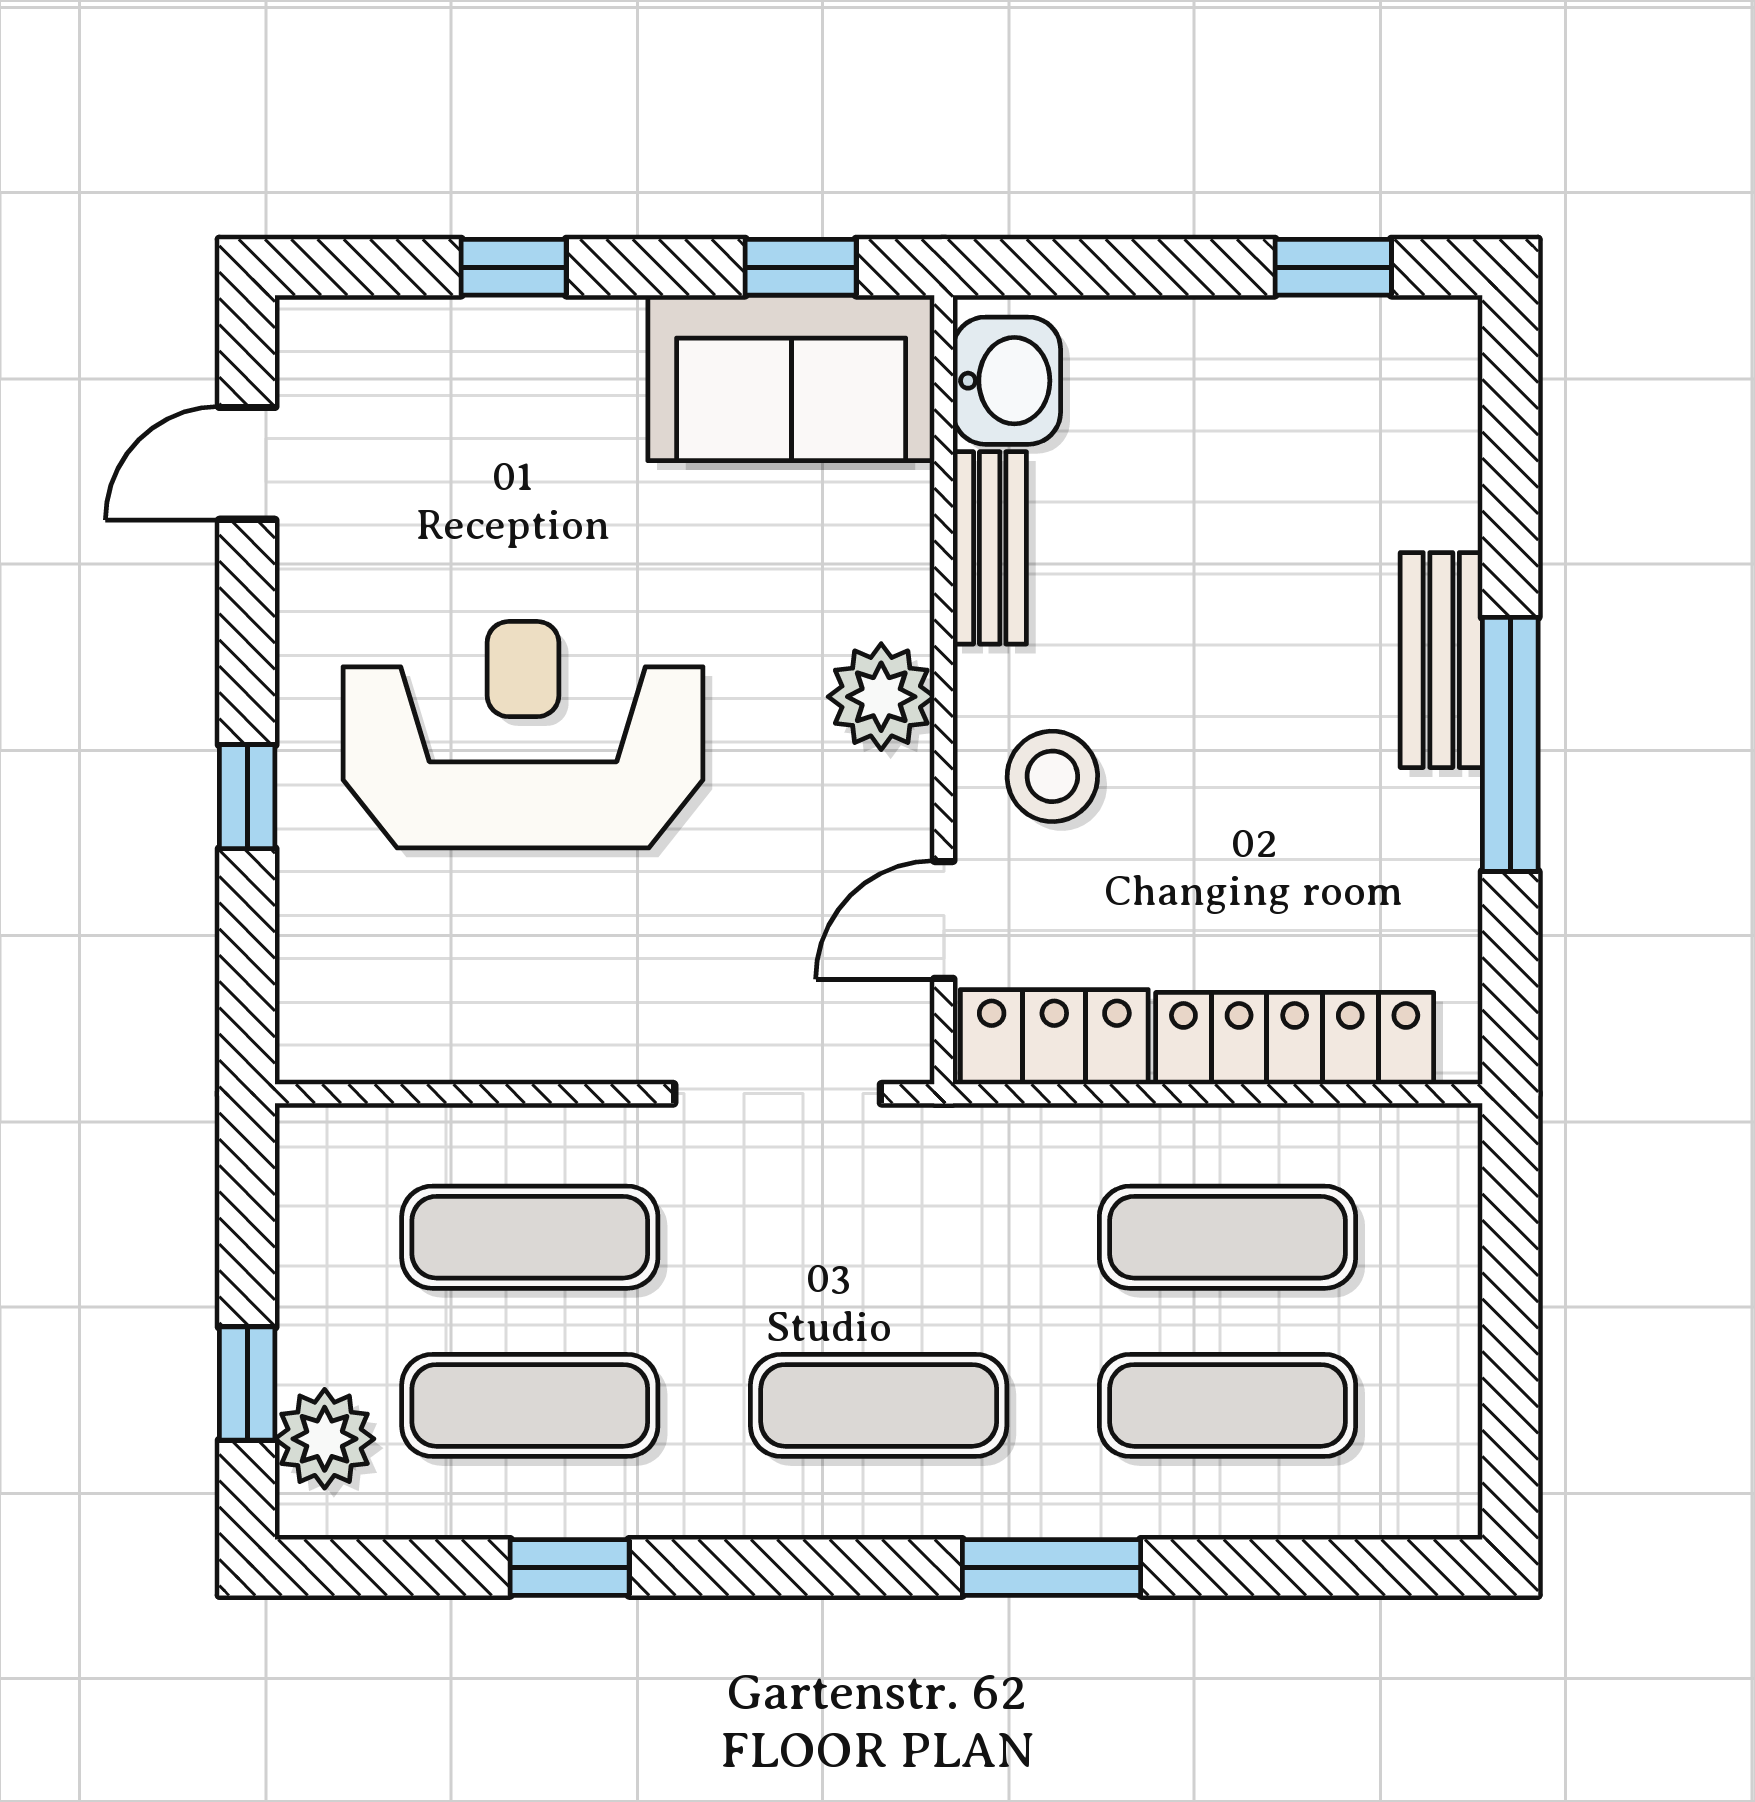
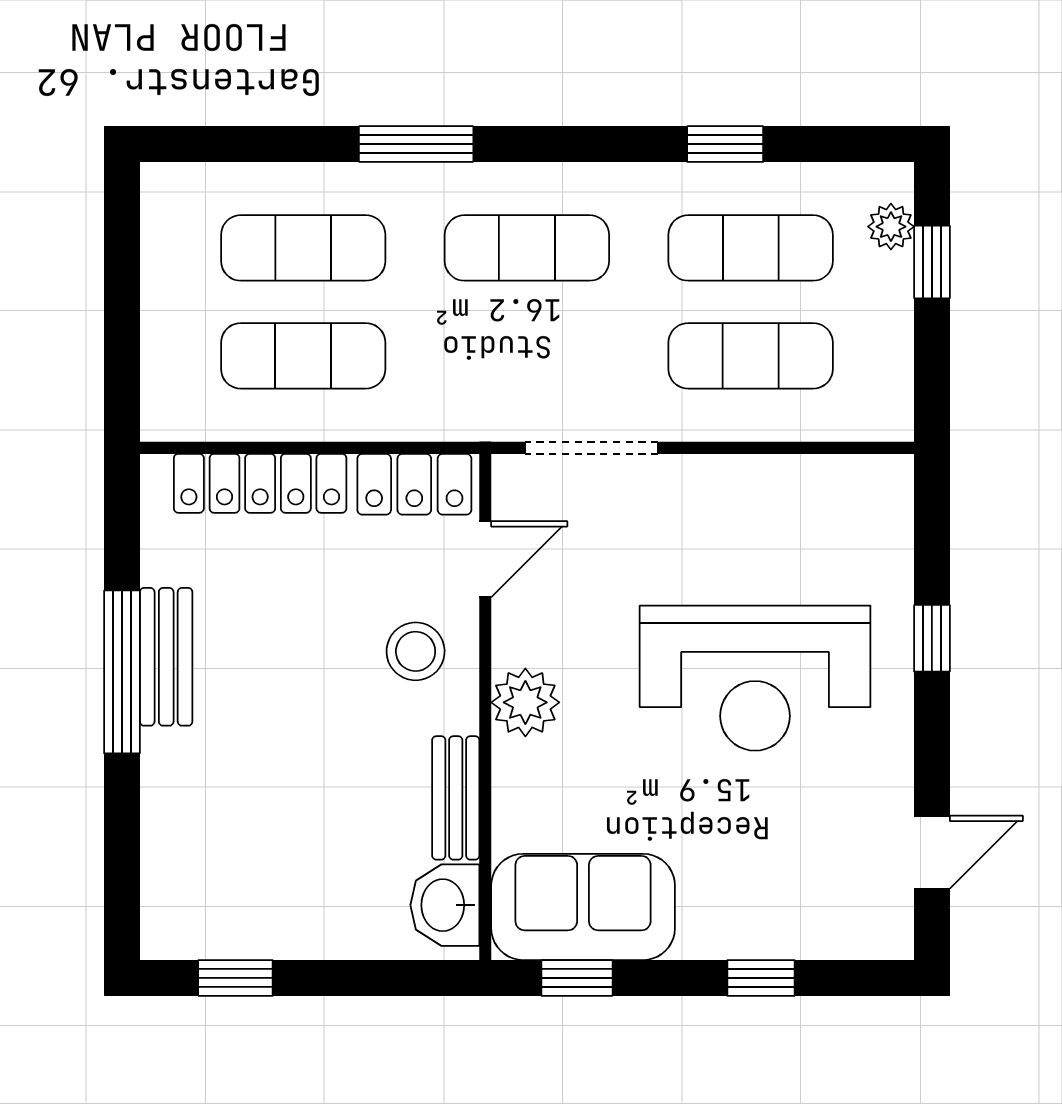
bench: (1441, 660) -> (166, 657), moved
plant: (325, 1439) -> (891, 227), width x0.73, depth x0.73

